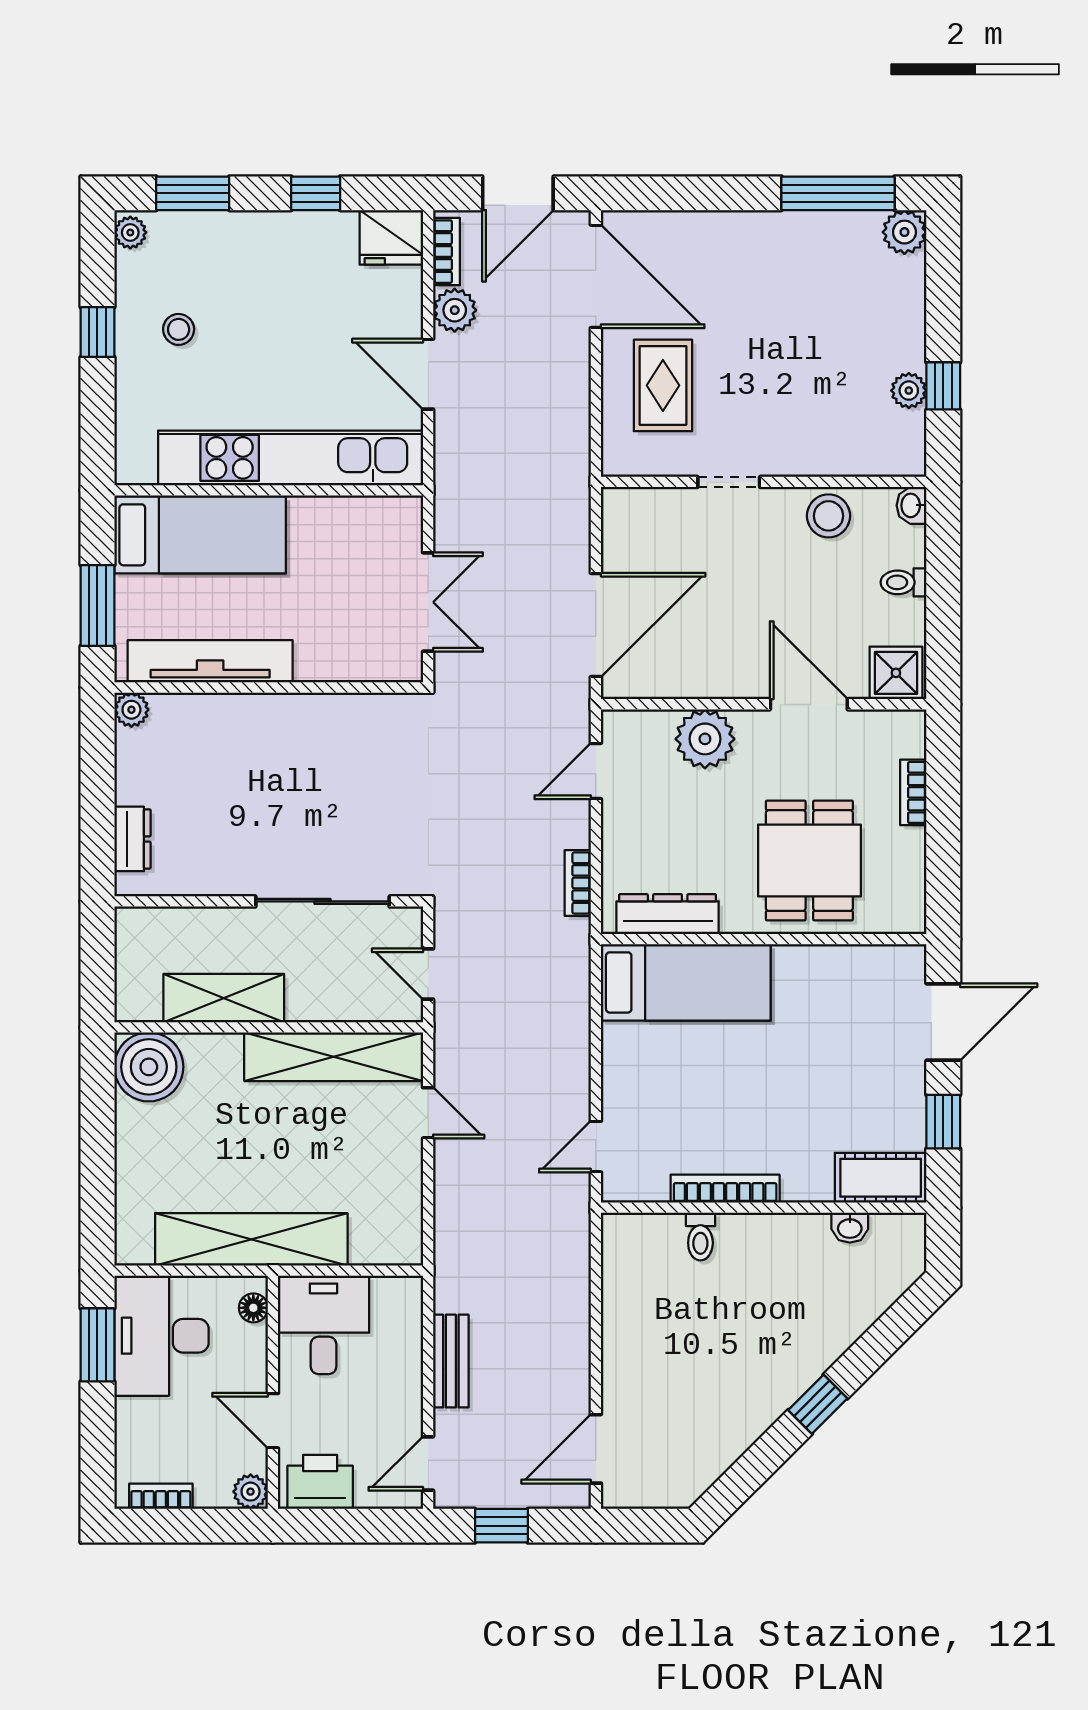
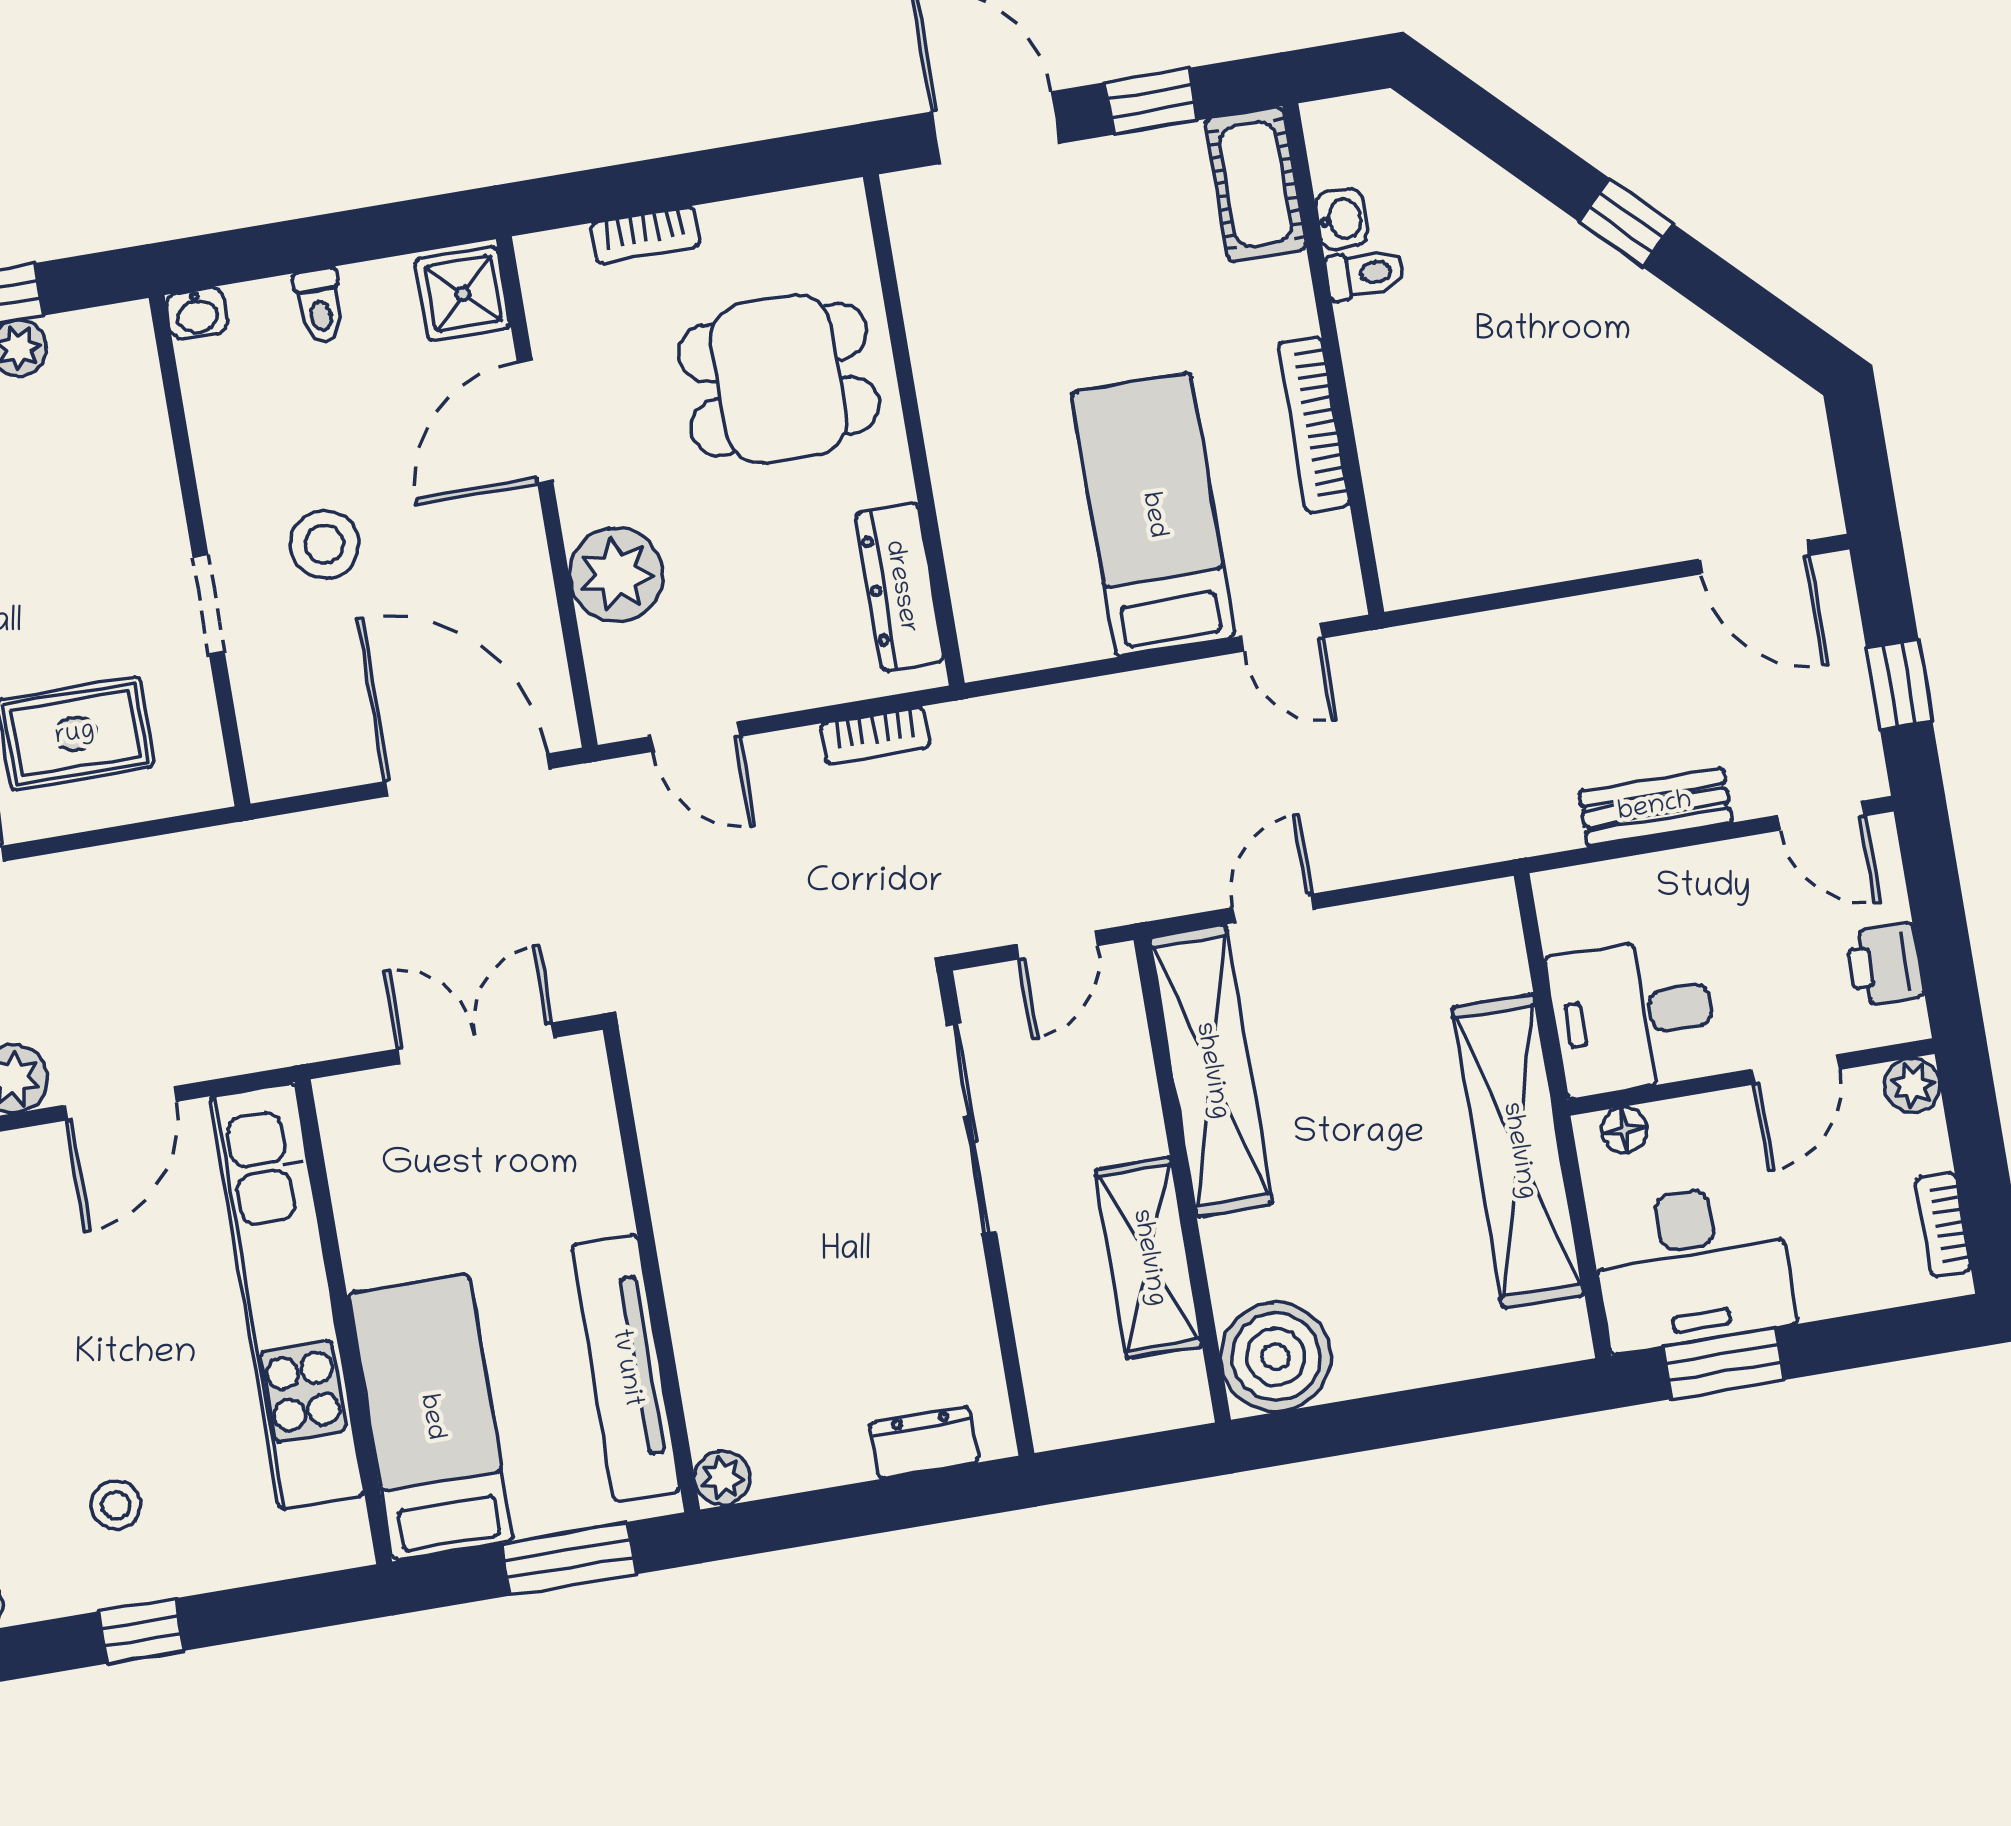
stool: (829, 516) -> (325, 544), moved
bed: (686, 982) -> (1153, 515), moved
toilet: (700, 1237) -> (1365, 274), moved
printer: (320, 1482) -> (1885, 964), width x0.73, depth x0.81

